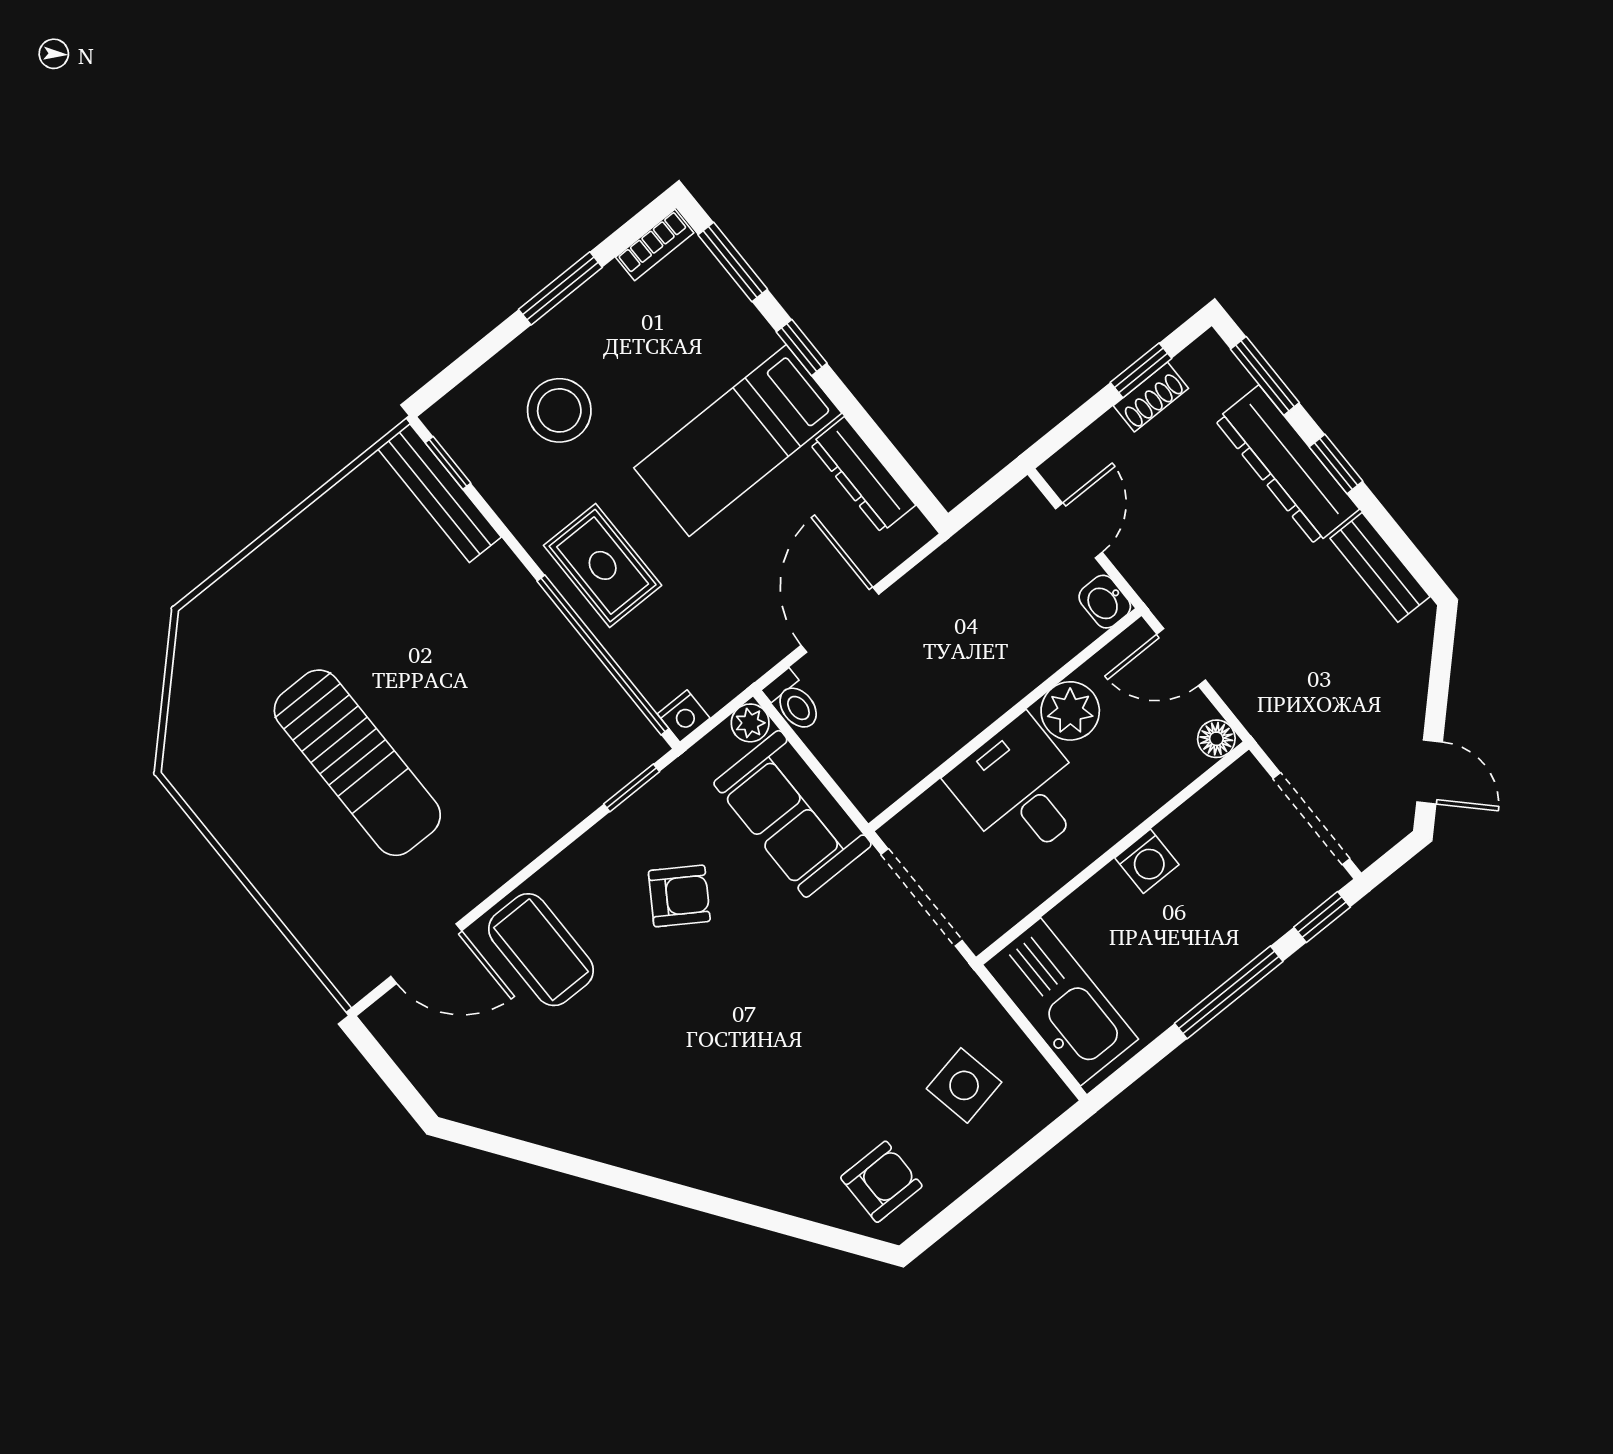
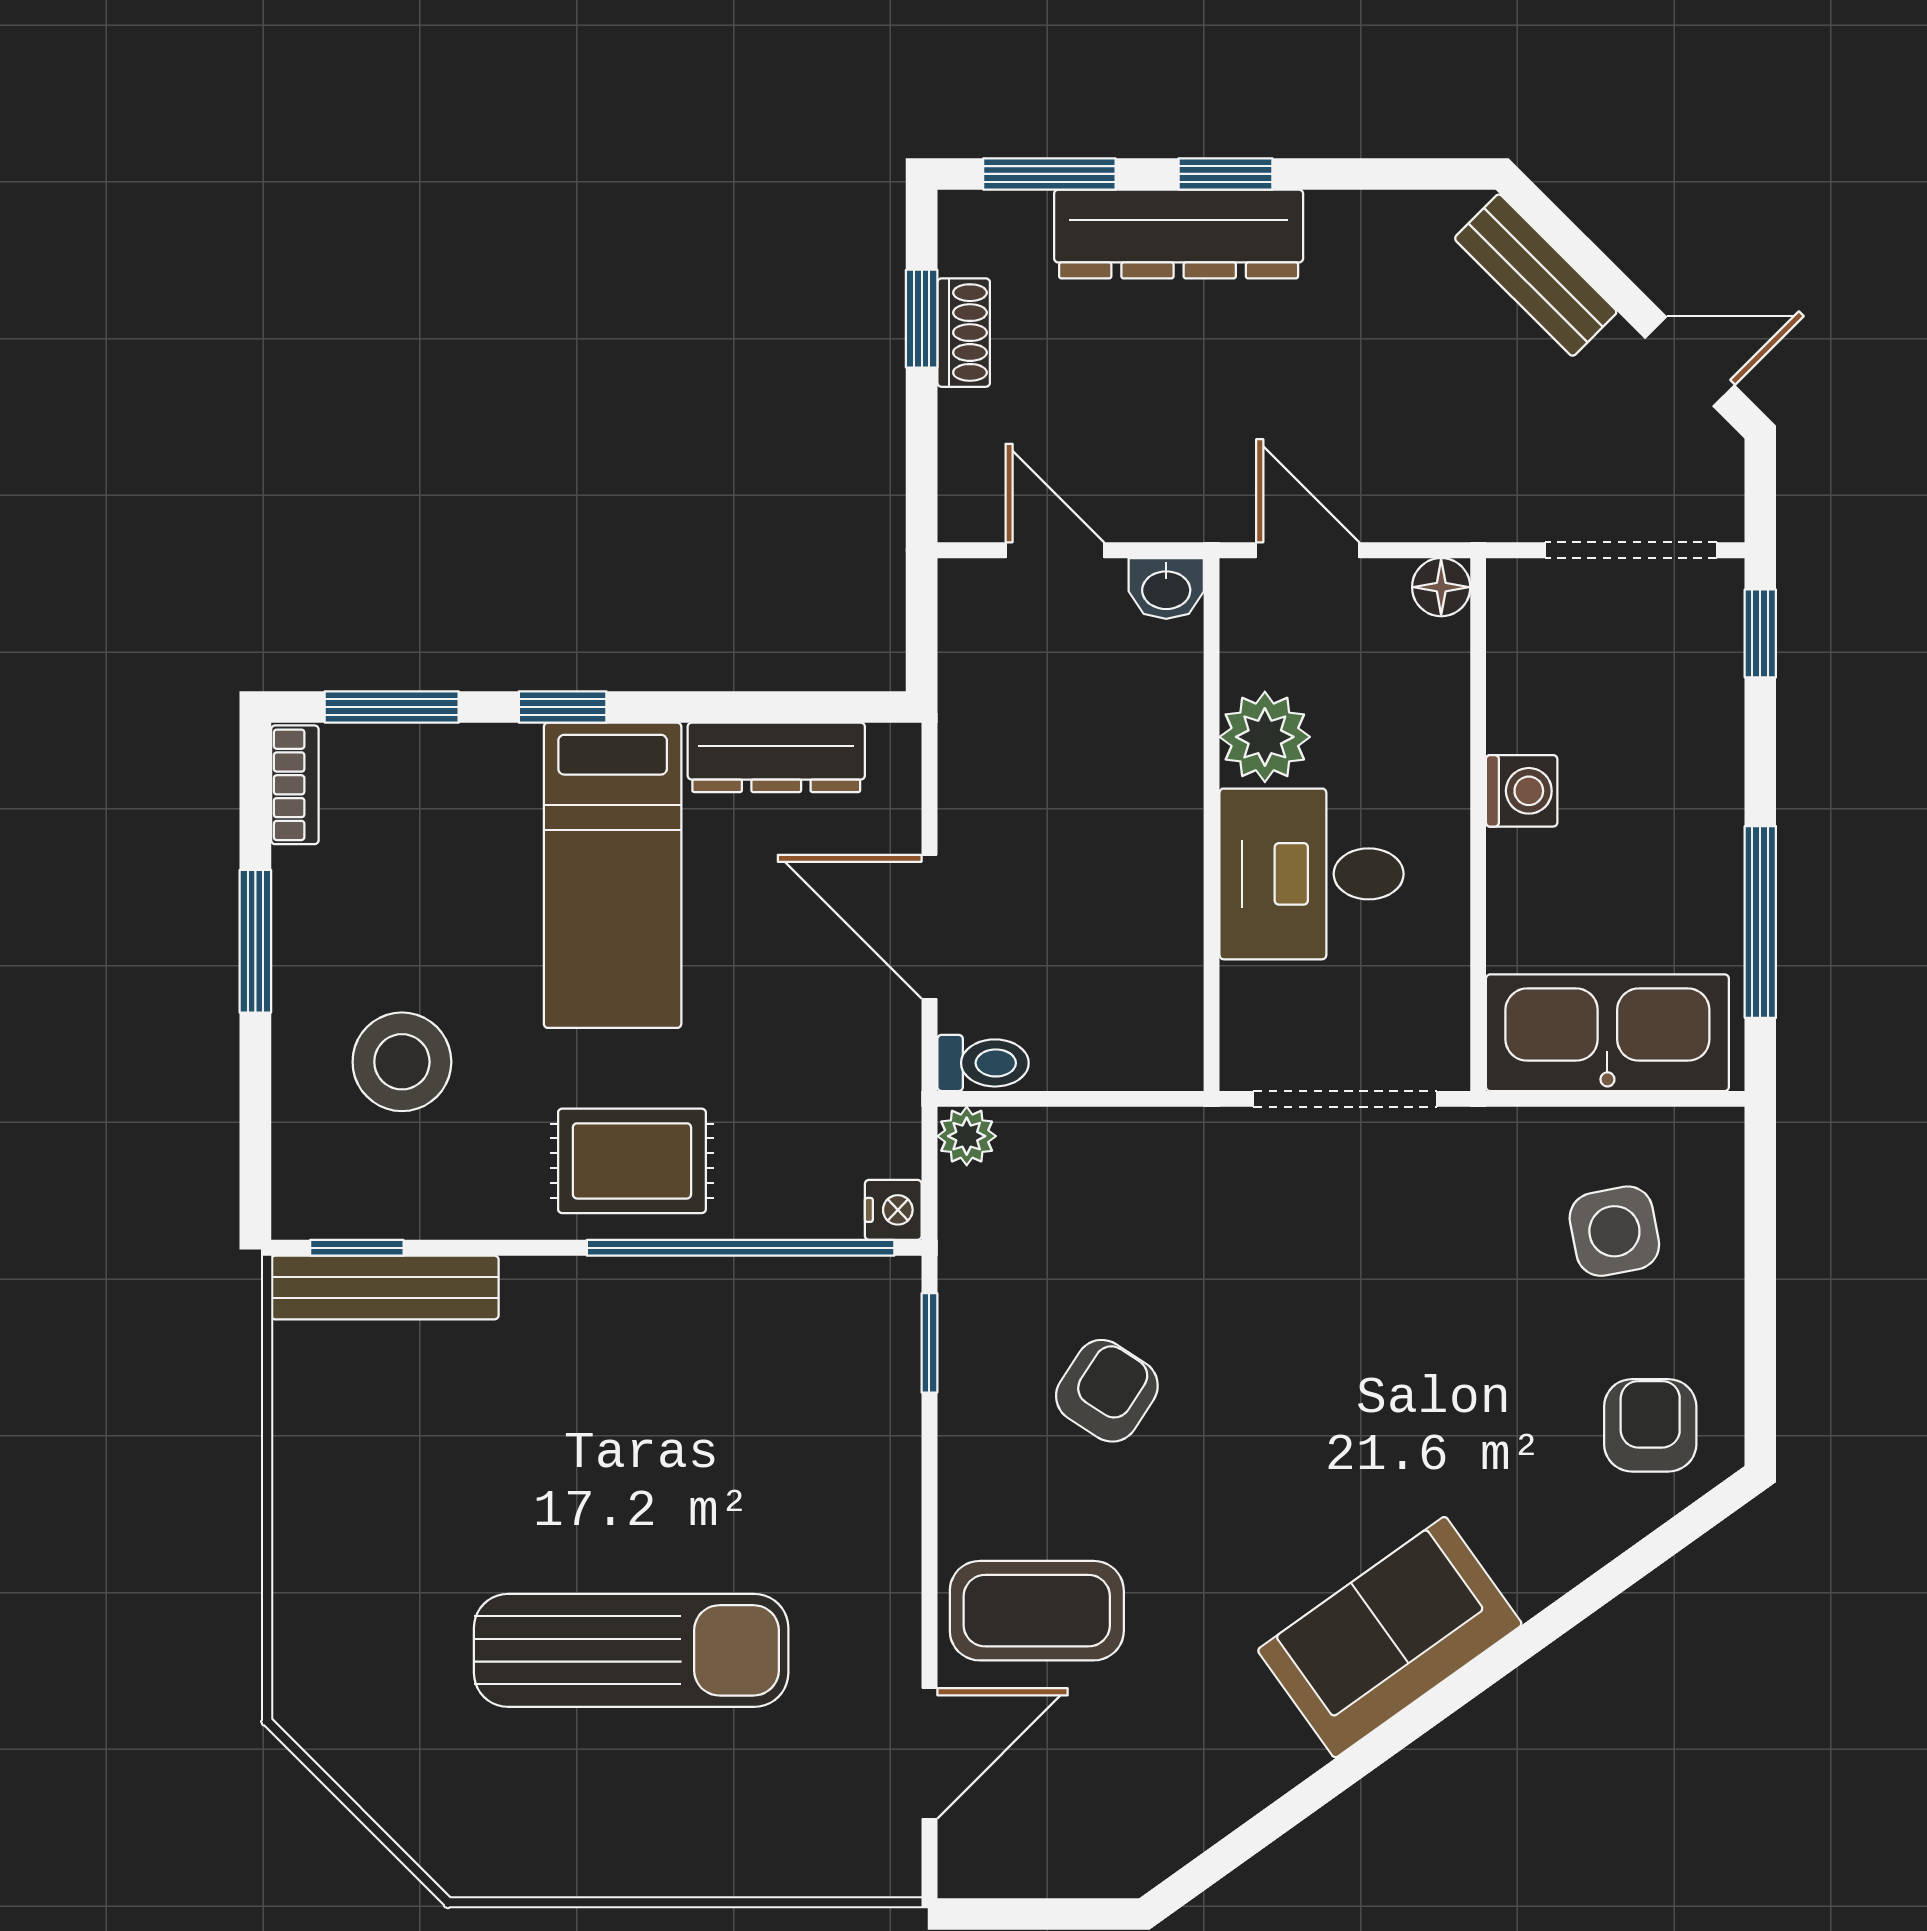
bench: (1380, 567) -> (1536, 275), moved, turned 45
door: (1181, 657) -> (1308, 550), swing flipped
sofa: (792, 814) -> (1390, 1637), moved, turned 144
window: (1229, 992) -> (1760, 922), moved

